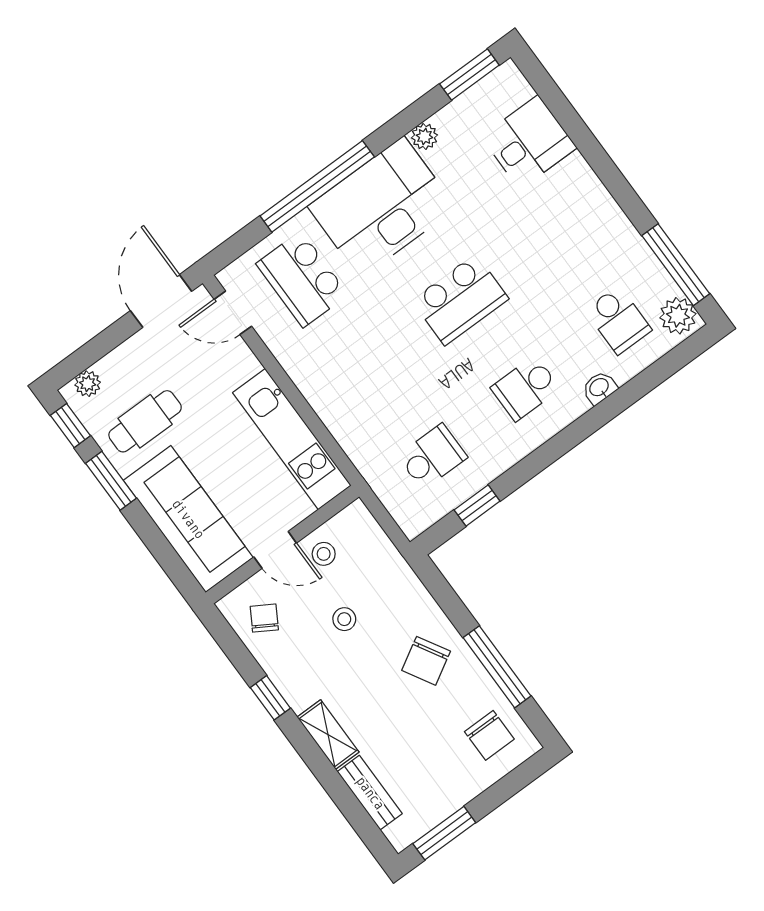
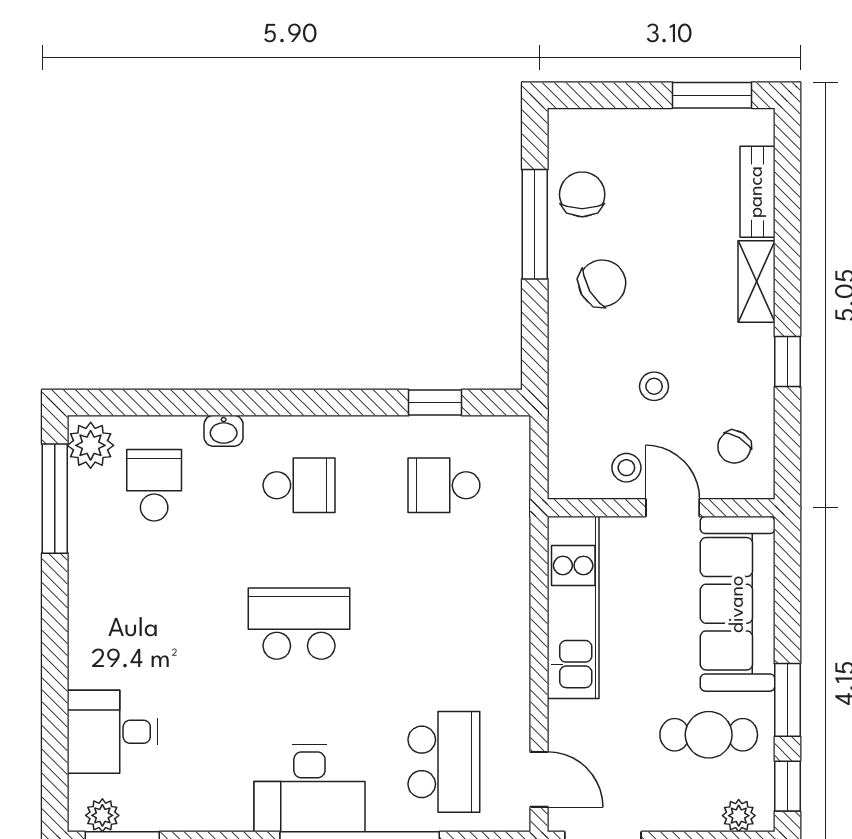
plant: (424, 136) -> (102, 815), moved
desk: (382, 207) -> (309, 788), width x0.73, depth x0.77
chair: (489, 735) -> (582, 194), moved

